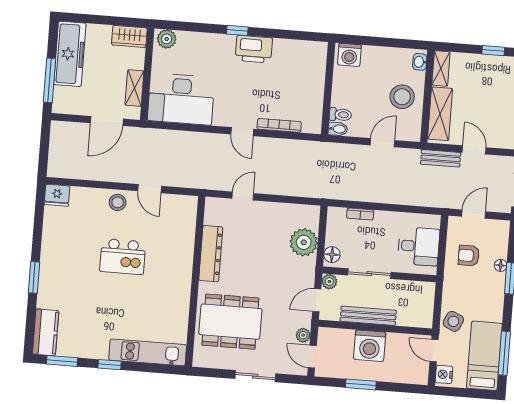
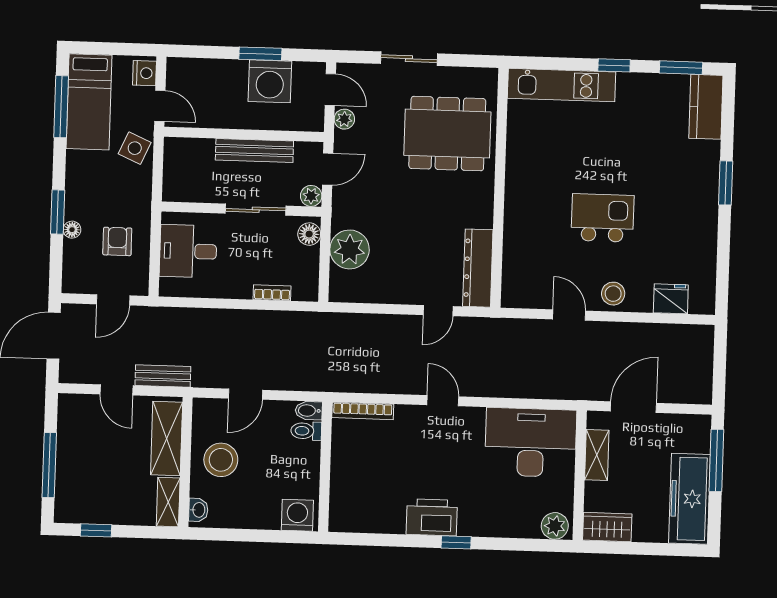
bookcase: (279, 125) -> (363, 411), moved
fridge: (57, 195) -> (671, 299), moved
dresser: (211, 254) -> (478, 268), moved
armchair: (469, 256) -> (117, 241), turned -90
washing machine: (370, 346) -> (270, 81), moved, turned 180

